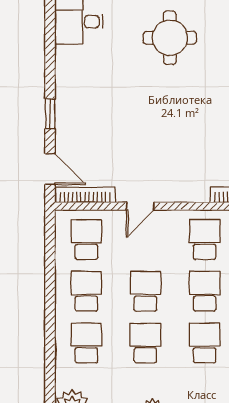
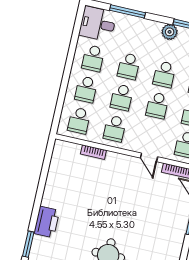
door: (140, 206) -> (149, 157), swing flipped

